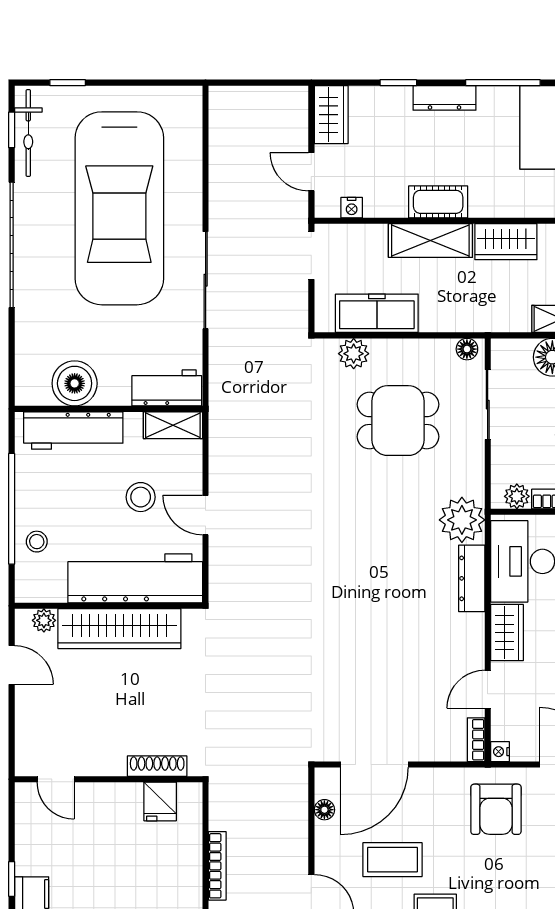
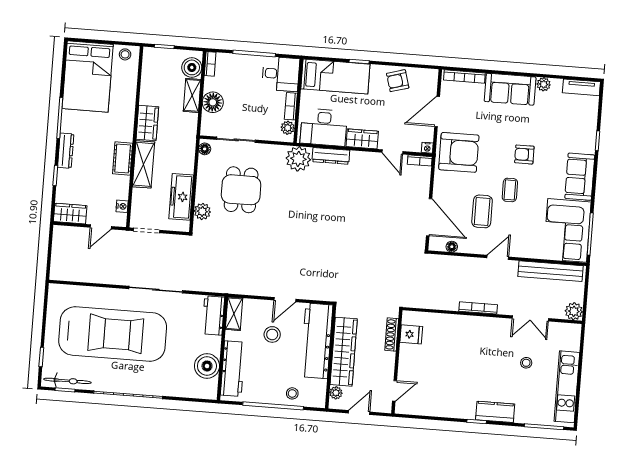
shoe rack: (157, 766) -> (392, 335), moved
door: (56, 779) -> (395, 391), moved
wall: (109, 779) -> (397, 362), moved
fridge: (160, 801) -> (411, 334), moved
armchair: (496, 809) -> (459, 152), width x1.36, depth x1.36

